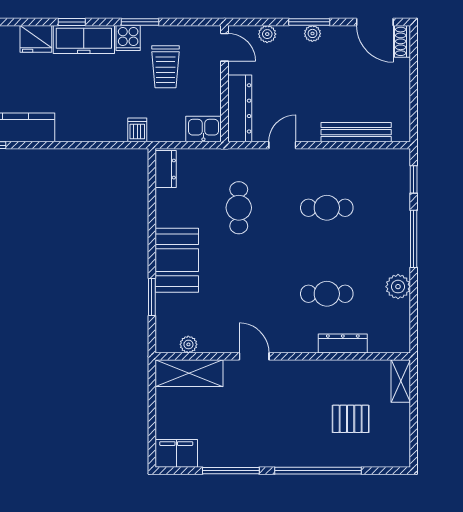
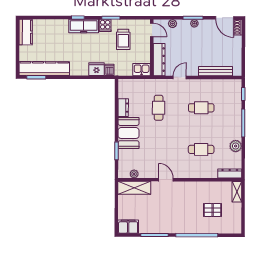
fridge: (36, 39) -> (96, 69), moved, turned 180
dresser: (166, 169) -> (123, 108), moved
dresser: (343, 343) -> (230, 174), moved

